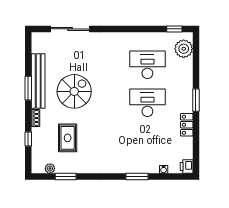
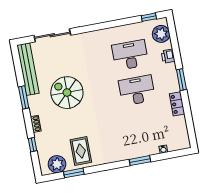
bench: (38, 81) -> (28, 69), moved
spiral stairs: (74, 91) -> (67, 93), turned -90
rug: (68, 138) -> (81, 151), moved
printer: (187, 167) -> (168, 56), moved
plant: (50, 168) -> (57, 164), width x1.88, depth x1.88

